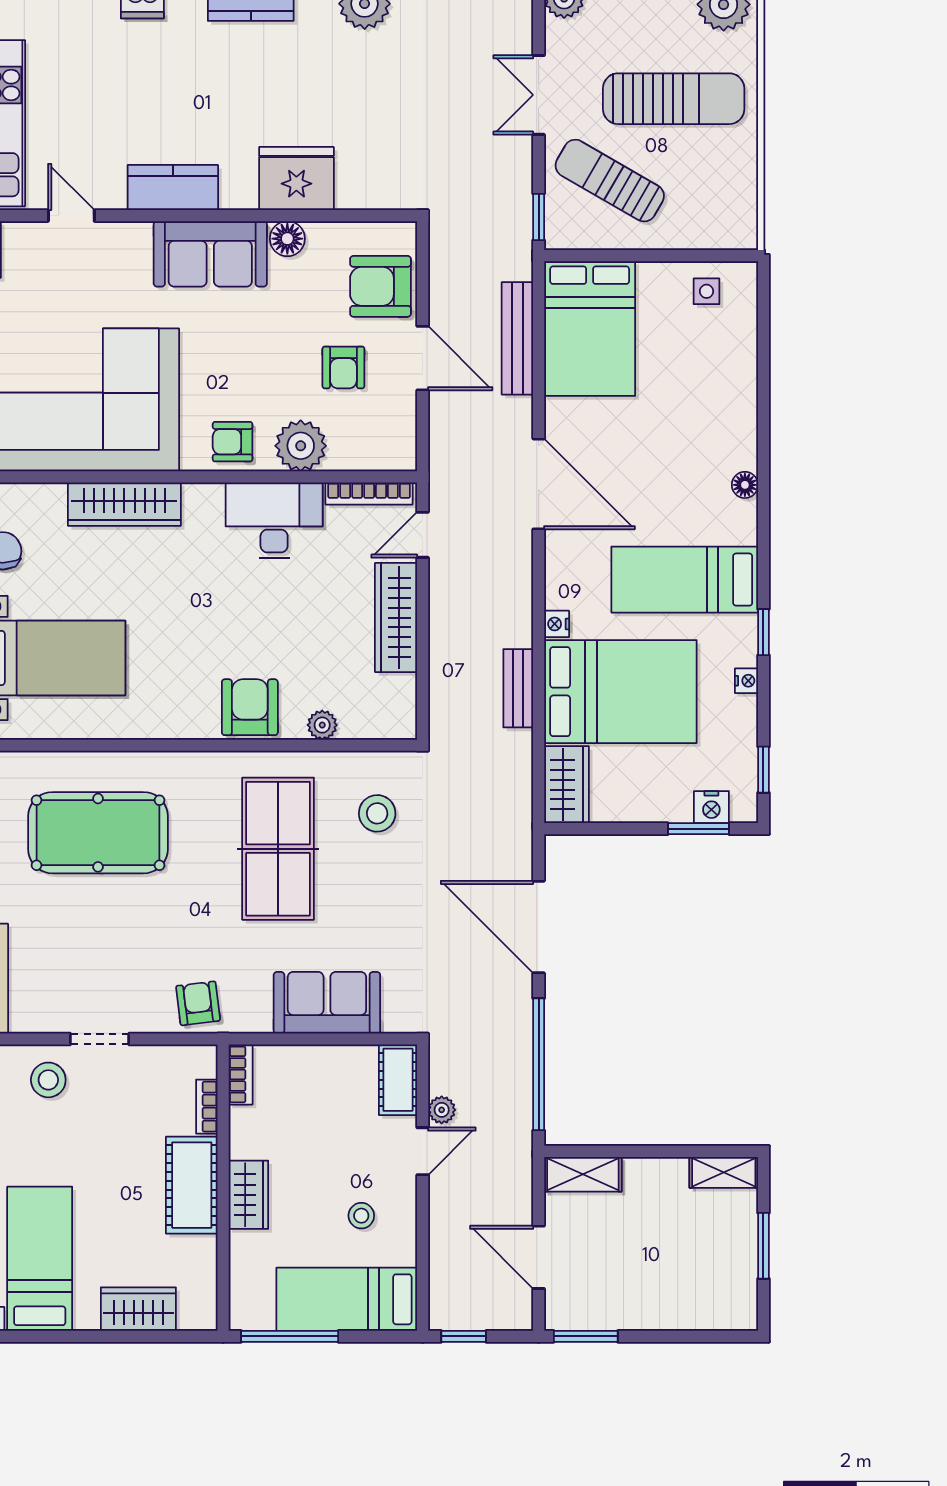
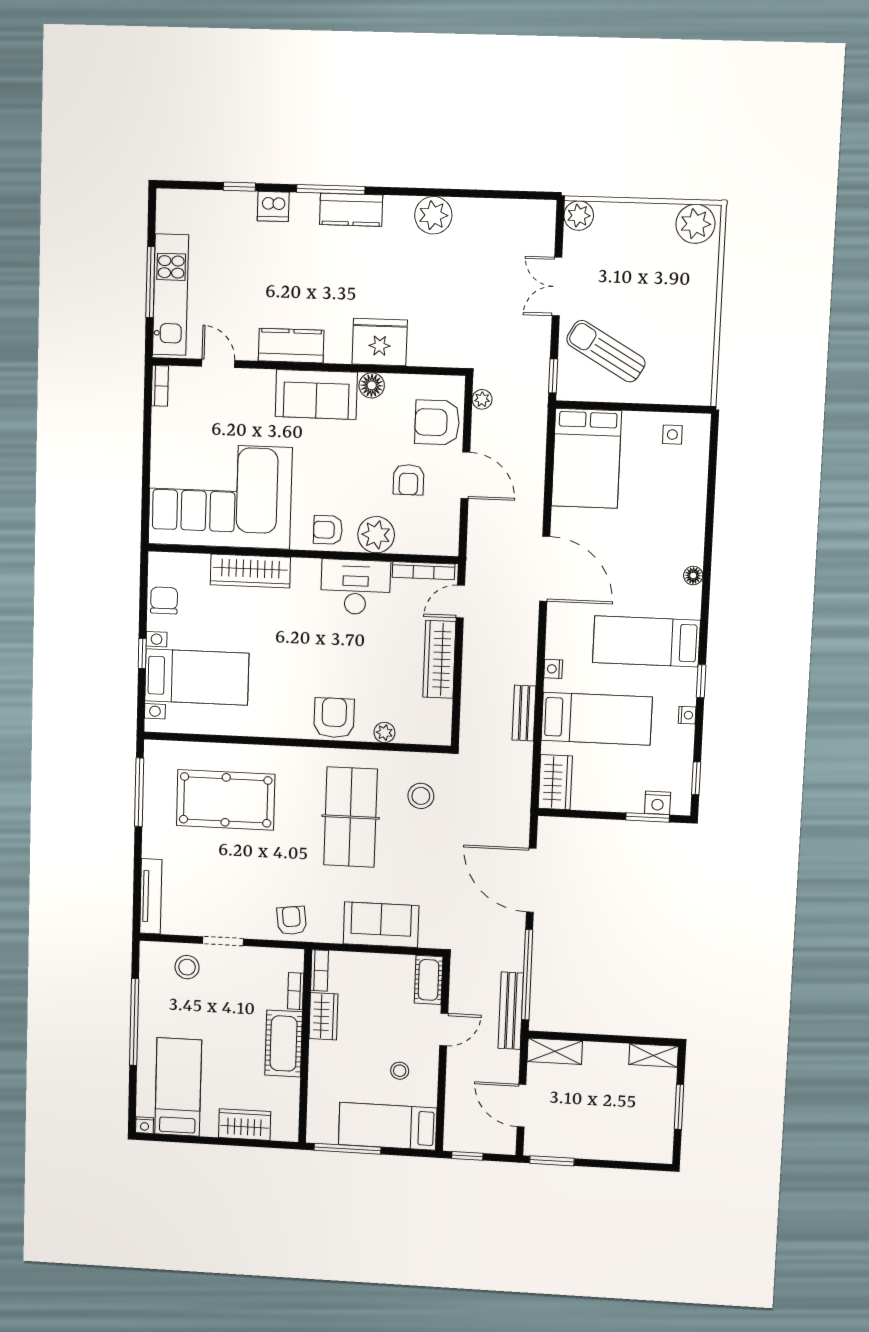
sun lounger: (674, 99) -> (655, 293), removed
bench: (517, 338) -> (511, 1011), moved
bed: (620, 692) -> (597, 719), width x0.67
plant: (442, 1110) -> (482, 399), moved
wardrobe: (248, 1195) -> (323, 1016), moved

